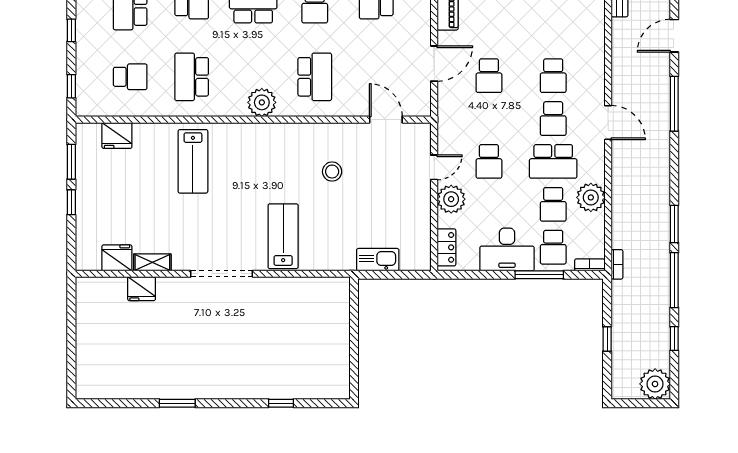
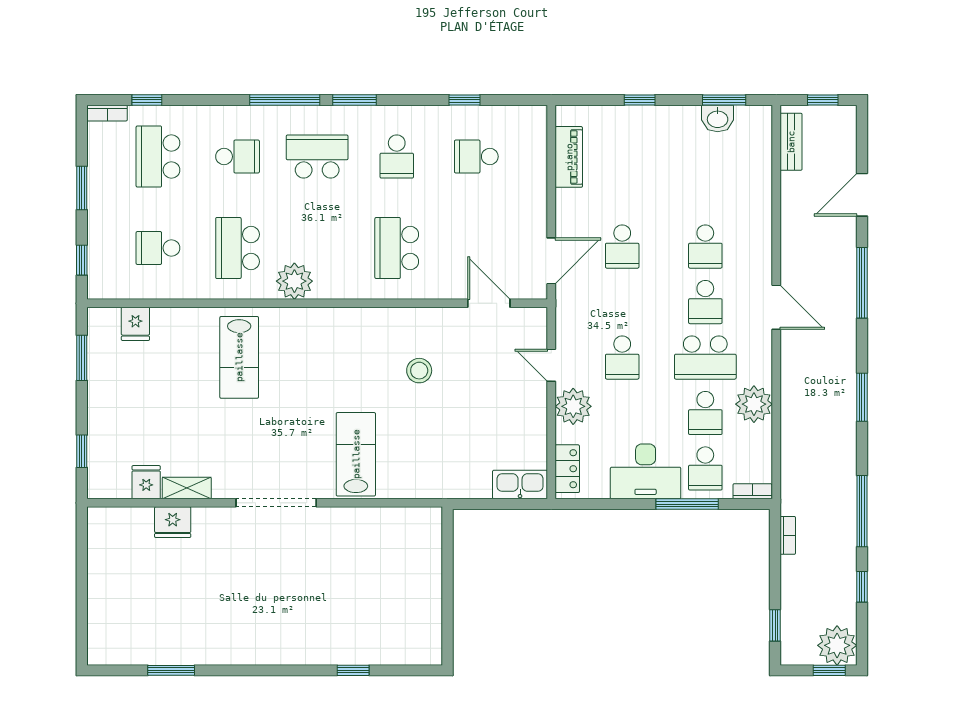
window: (71, 30) -> (82, 188), width x1.50
door: (434, 64) -> (551, 261), moved
school desk: (130, 77) -> (158, 248), turned 180
school desk: (315, 77) -> (397, 248), turned 180
plant: (262, 102) -> (294, 281), moved
fridge: (117, 135) -> (135, 324), width x0.72
door: (434, 167) -> (551, 365), swing flipped
window: (71, 202) -> (82, 451), moved
window: (674, 224) -> (862, 397), moved
fridge: (117, 258) -> (146, 482), width x0.72
kitchen sink: (378, 260) -> (520, 485), moved
bookcase: (617, 264) -> (788, 535), moved
window: (607, 339) -> (775, 625), moved
window: (177, 403) -> (171, 670), moved
window: (649, 403) -> (829, 670), added

